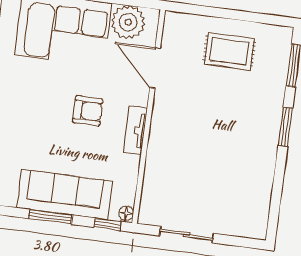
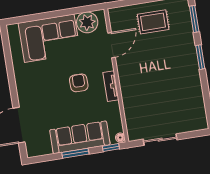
door: (155, 68) -> (112, 45), swing flipped
armchair: (88, 111) -> (79, 83), turned -90

